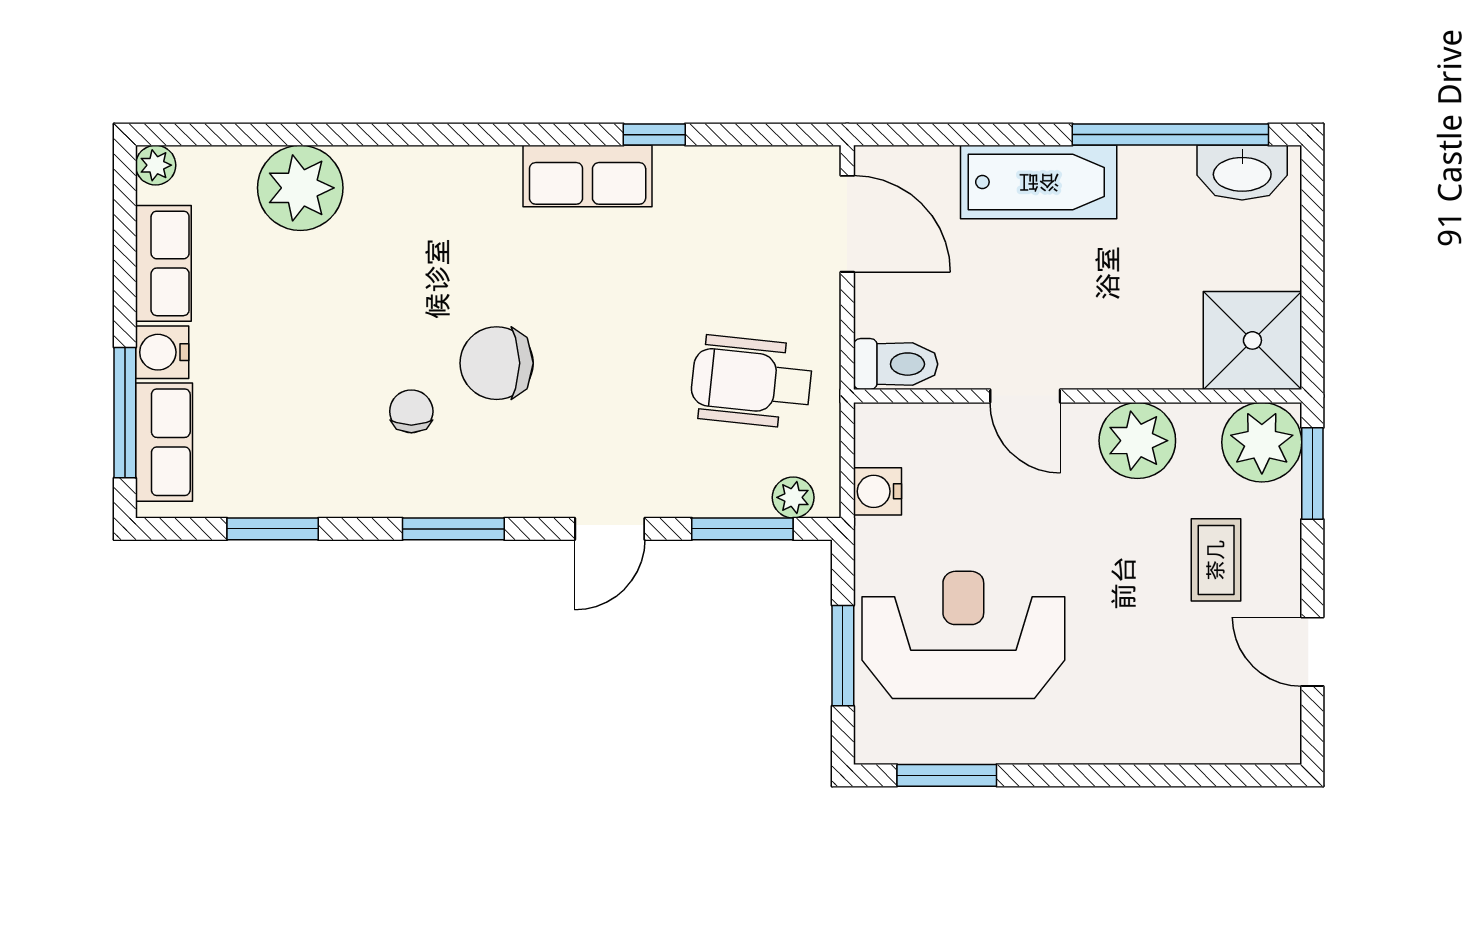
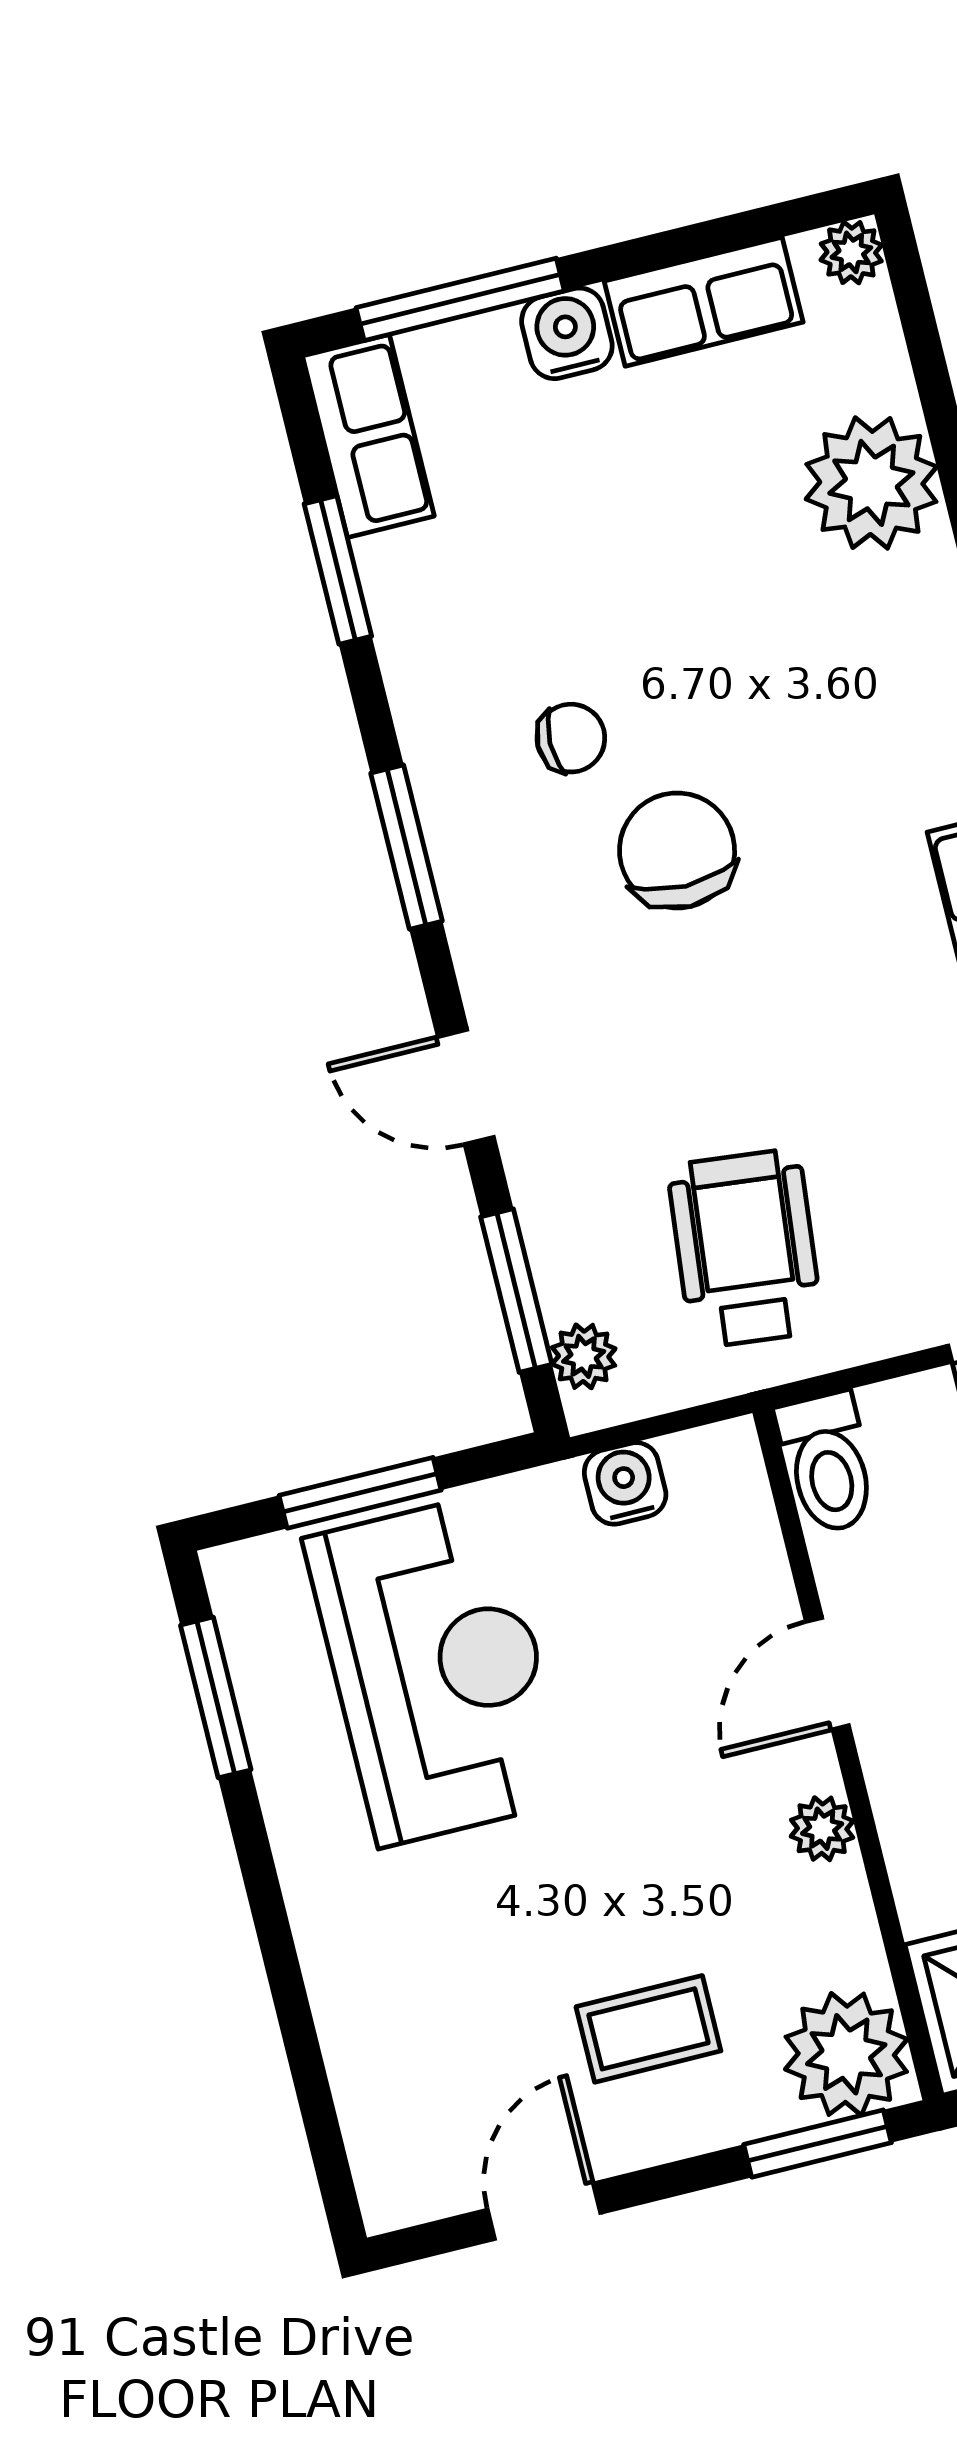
plant: (1137, 441) -> (822, 1829), width x0.53, depth x0.53
row of seats: (164, 442) -> (368, 436), moved, turned -90

